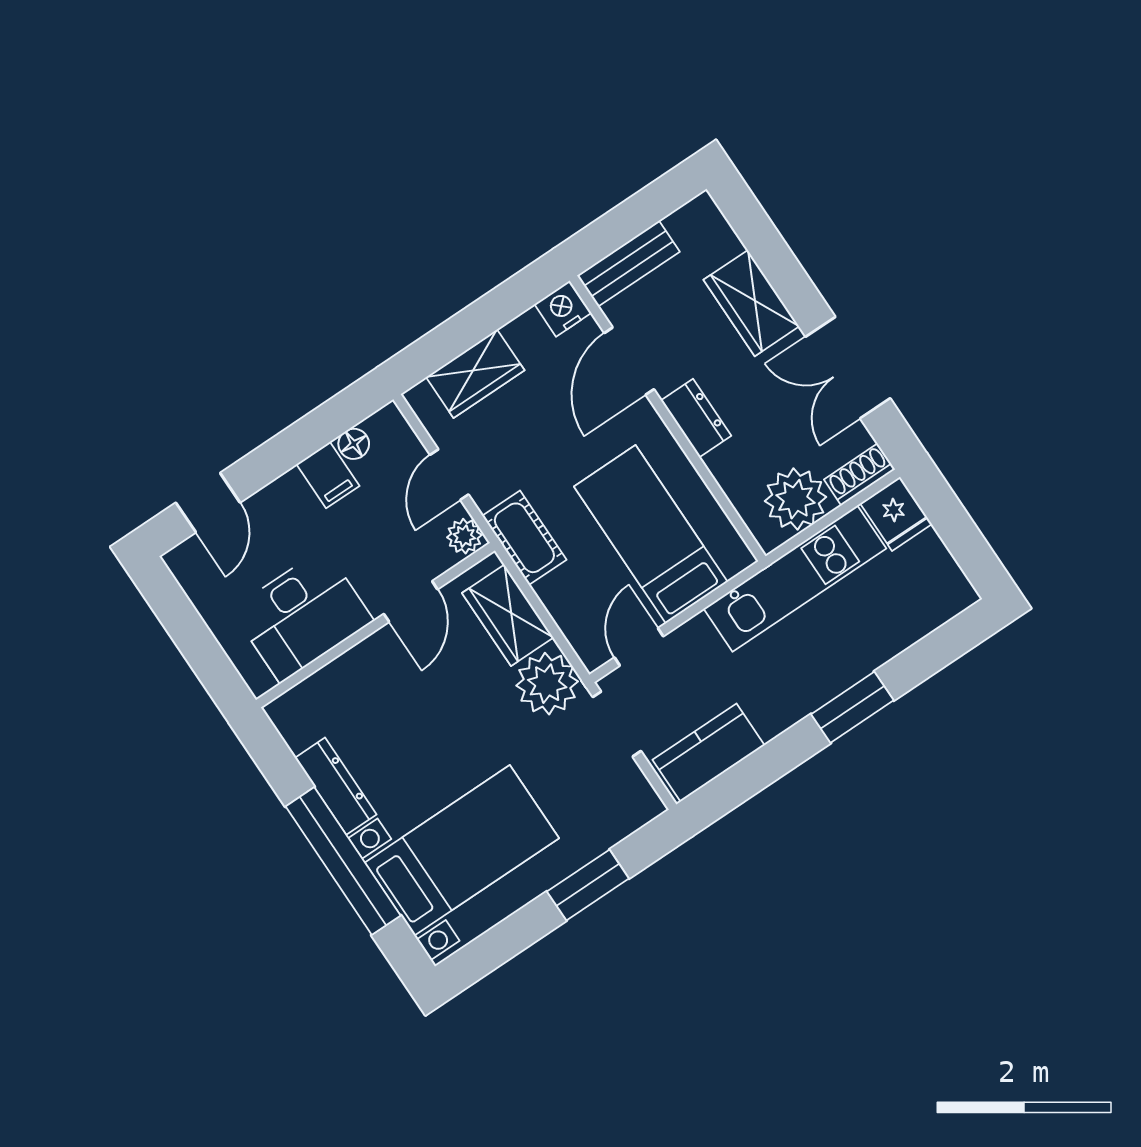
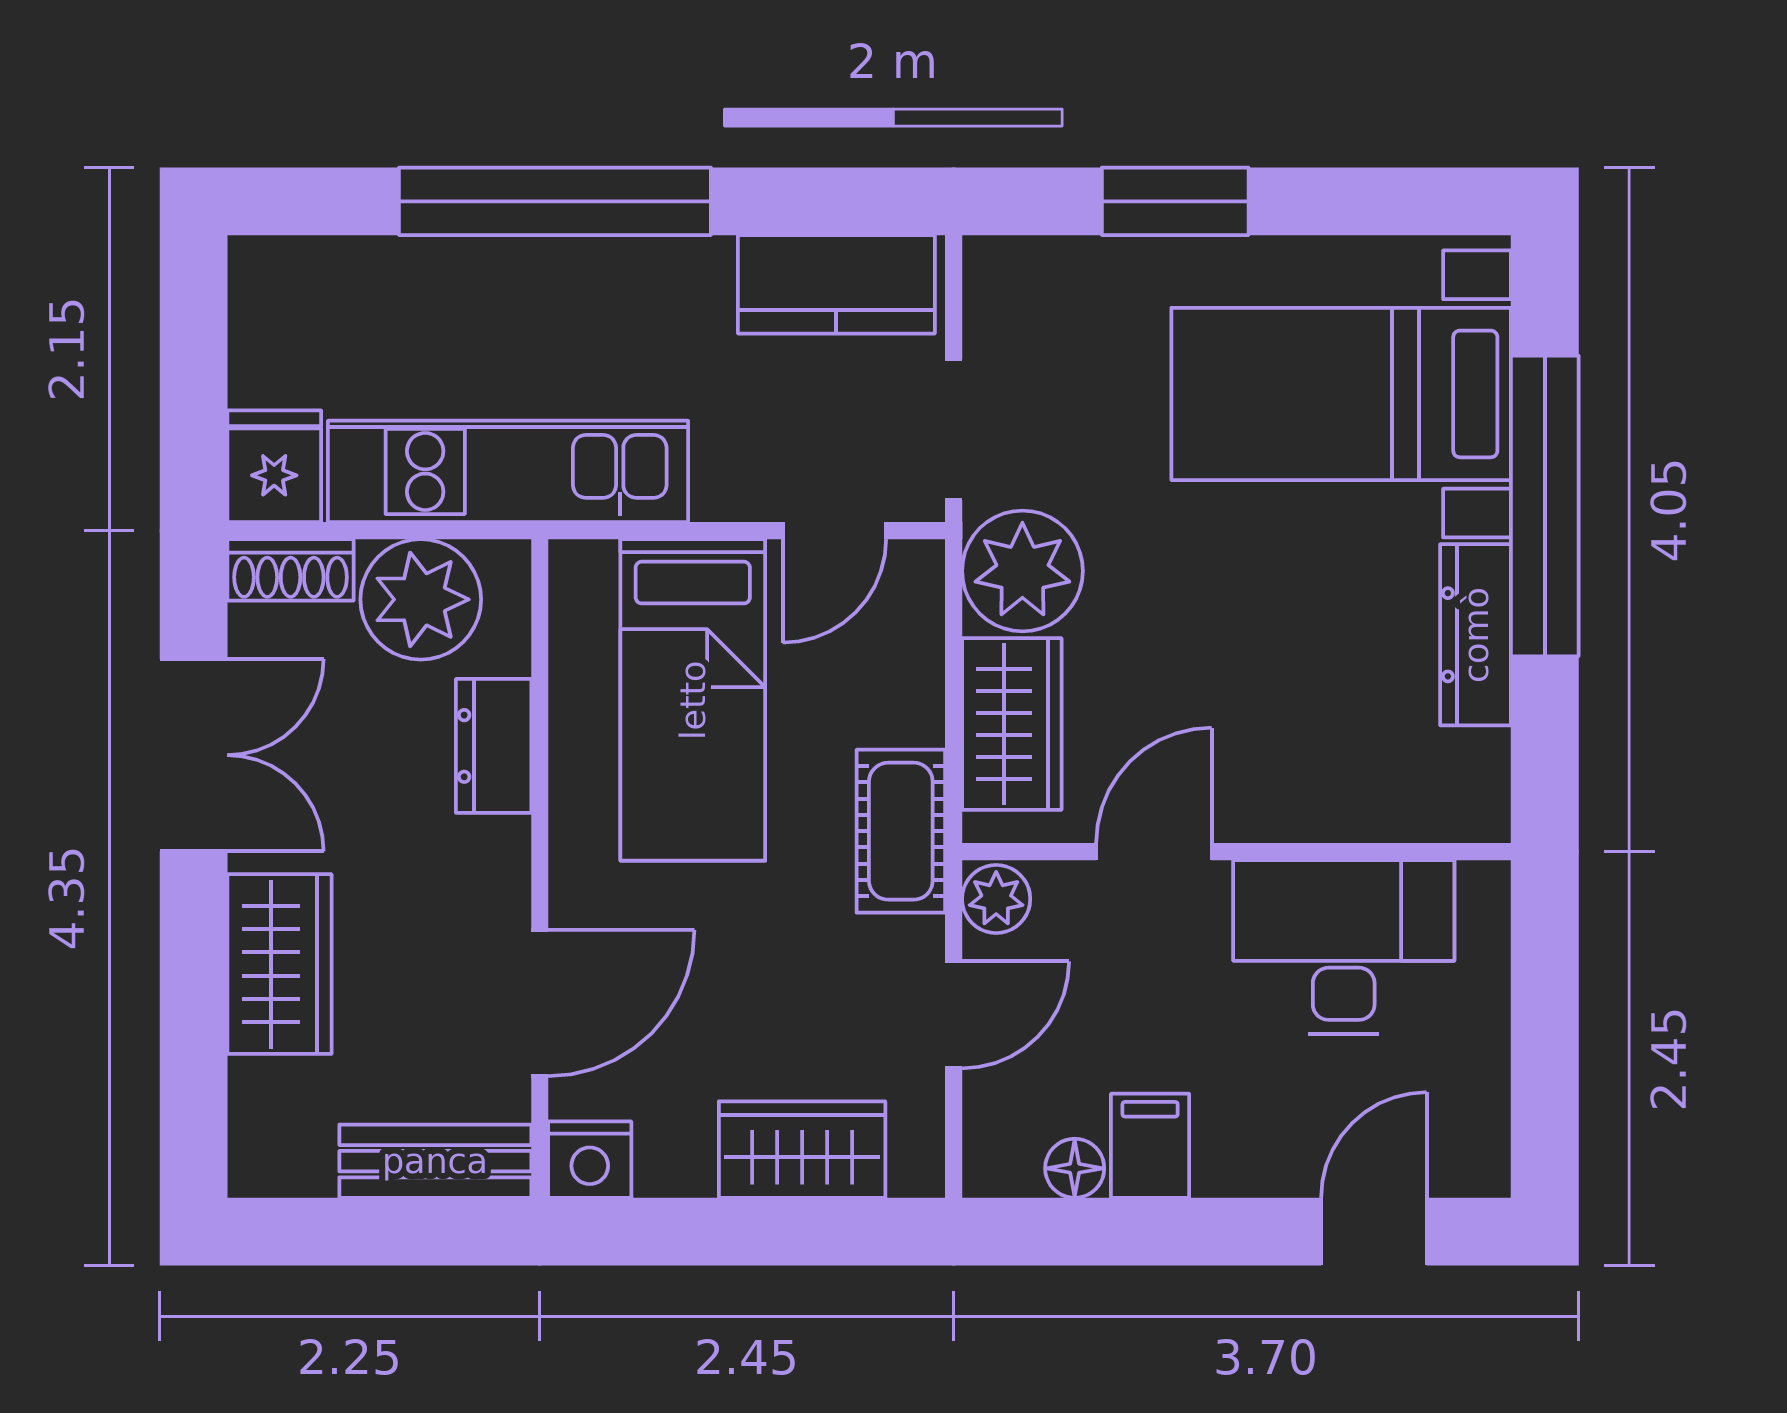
dresser: (696, 418) -> (494, 746), moved
window: (852, 707) -> (555, 201), width x2.11

